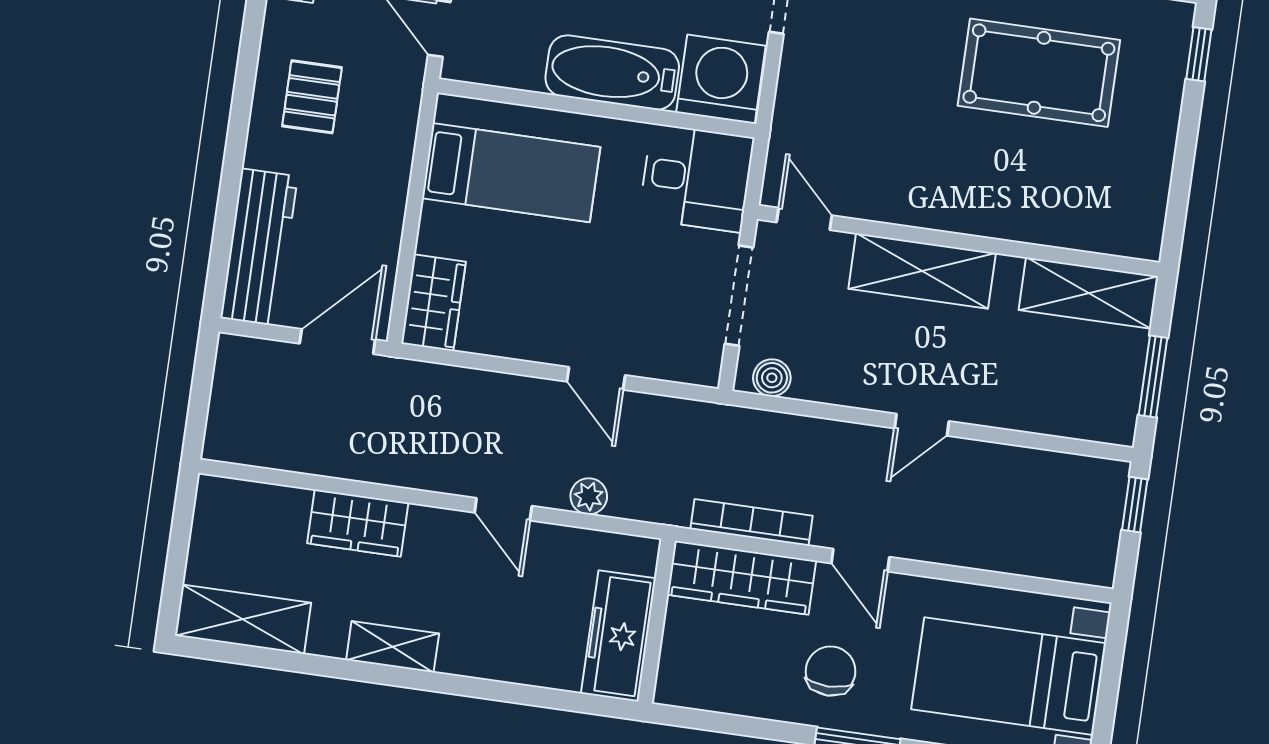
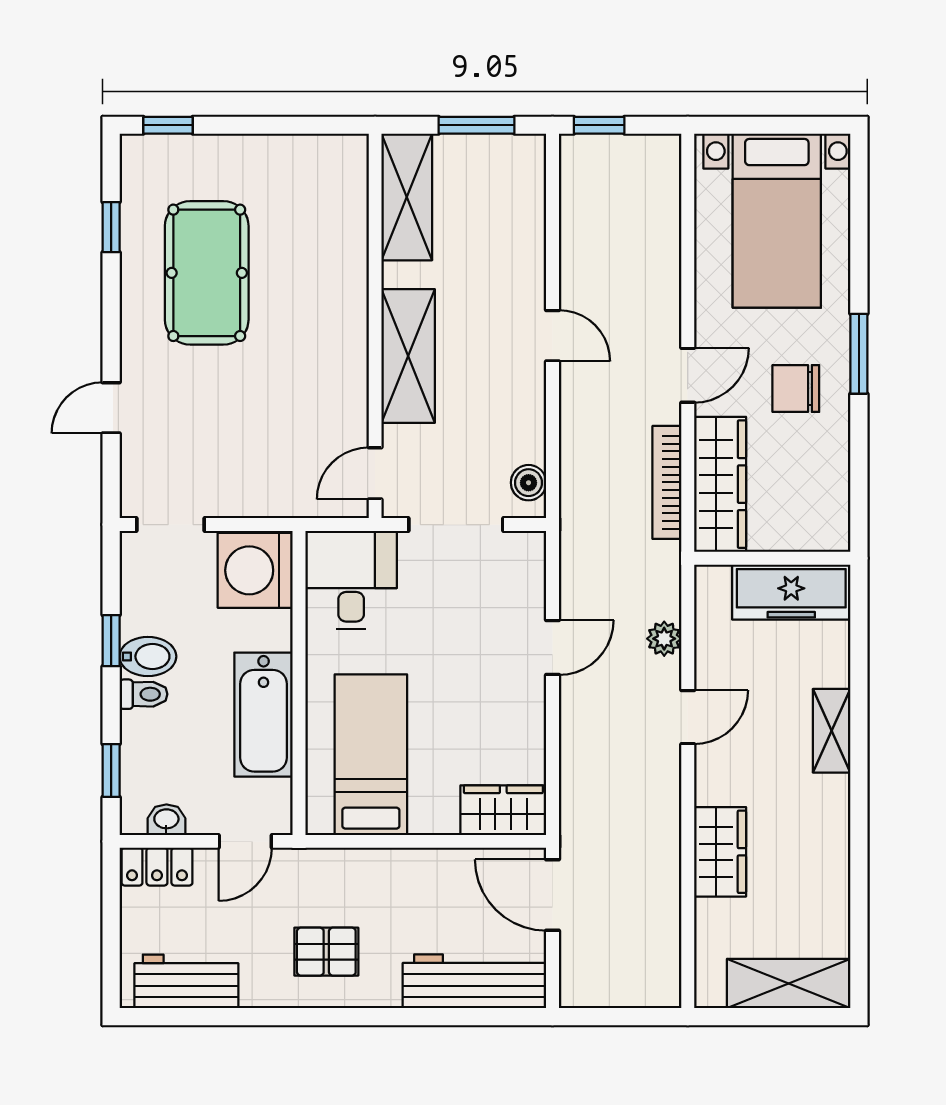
bathtub: (612, 73) -> (264, 715), moved
shelving: (243, 619) -> (789, 984), moved, turned 90
shelving: (393, 647) -> (832, 731), moved

